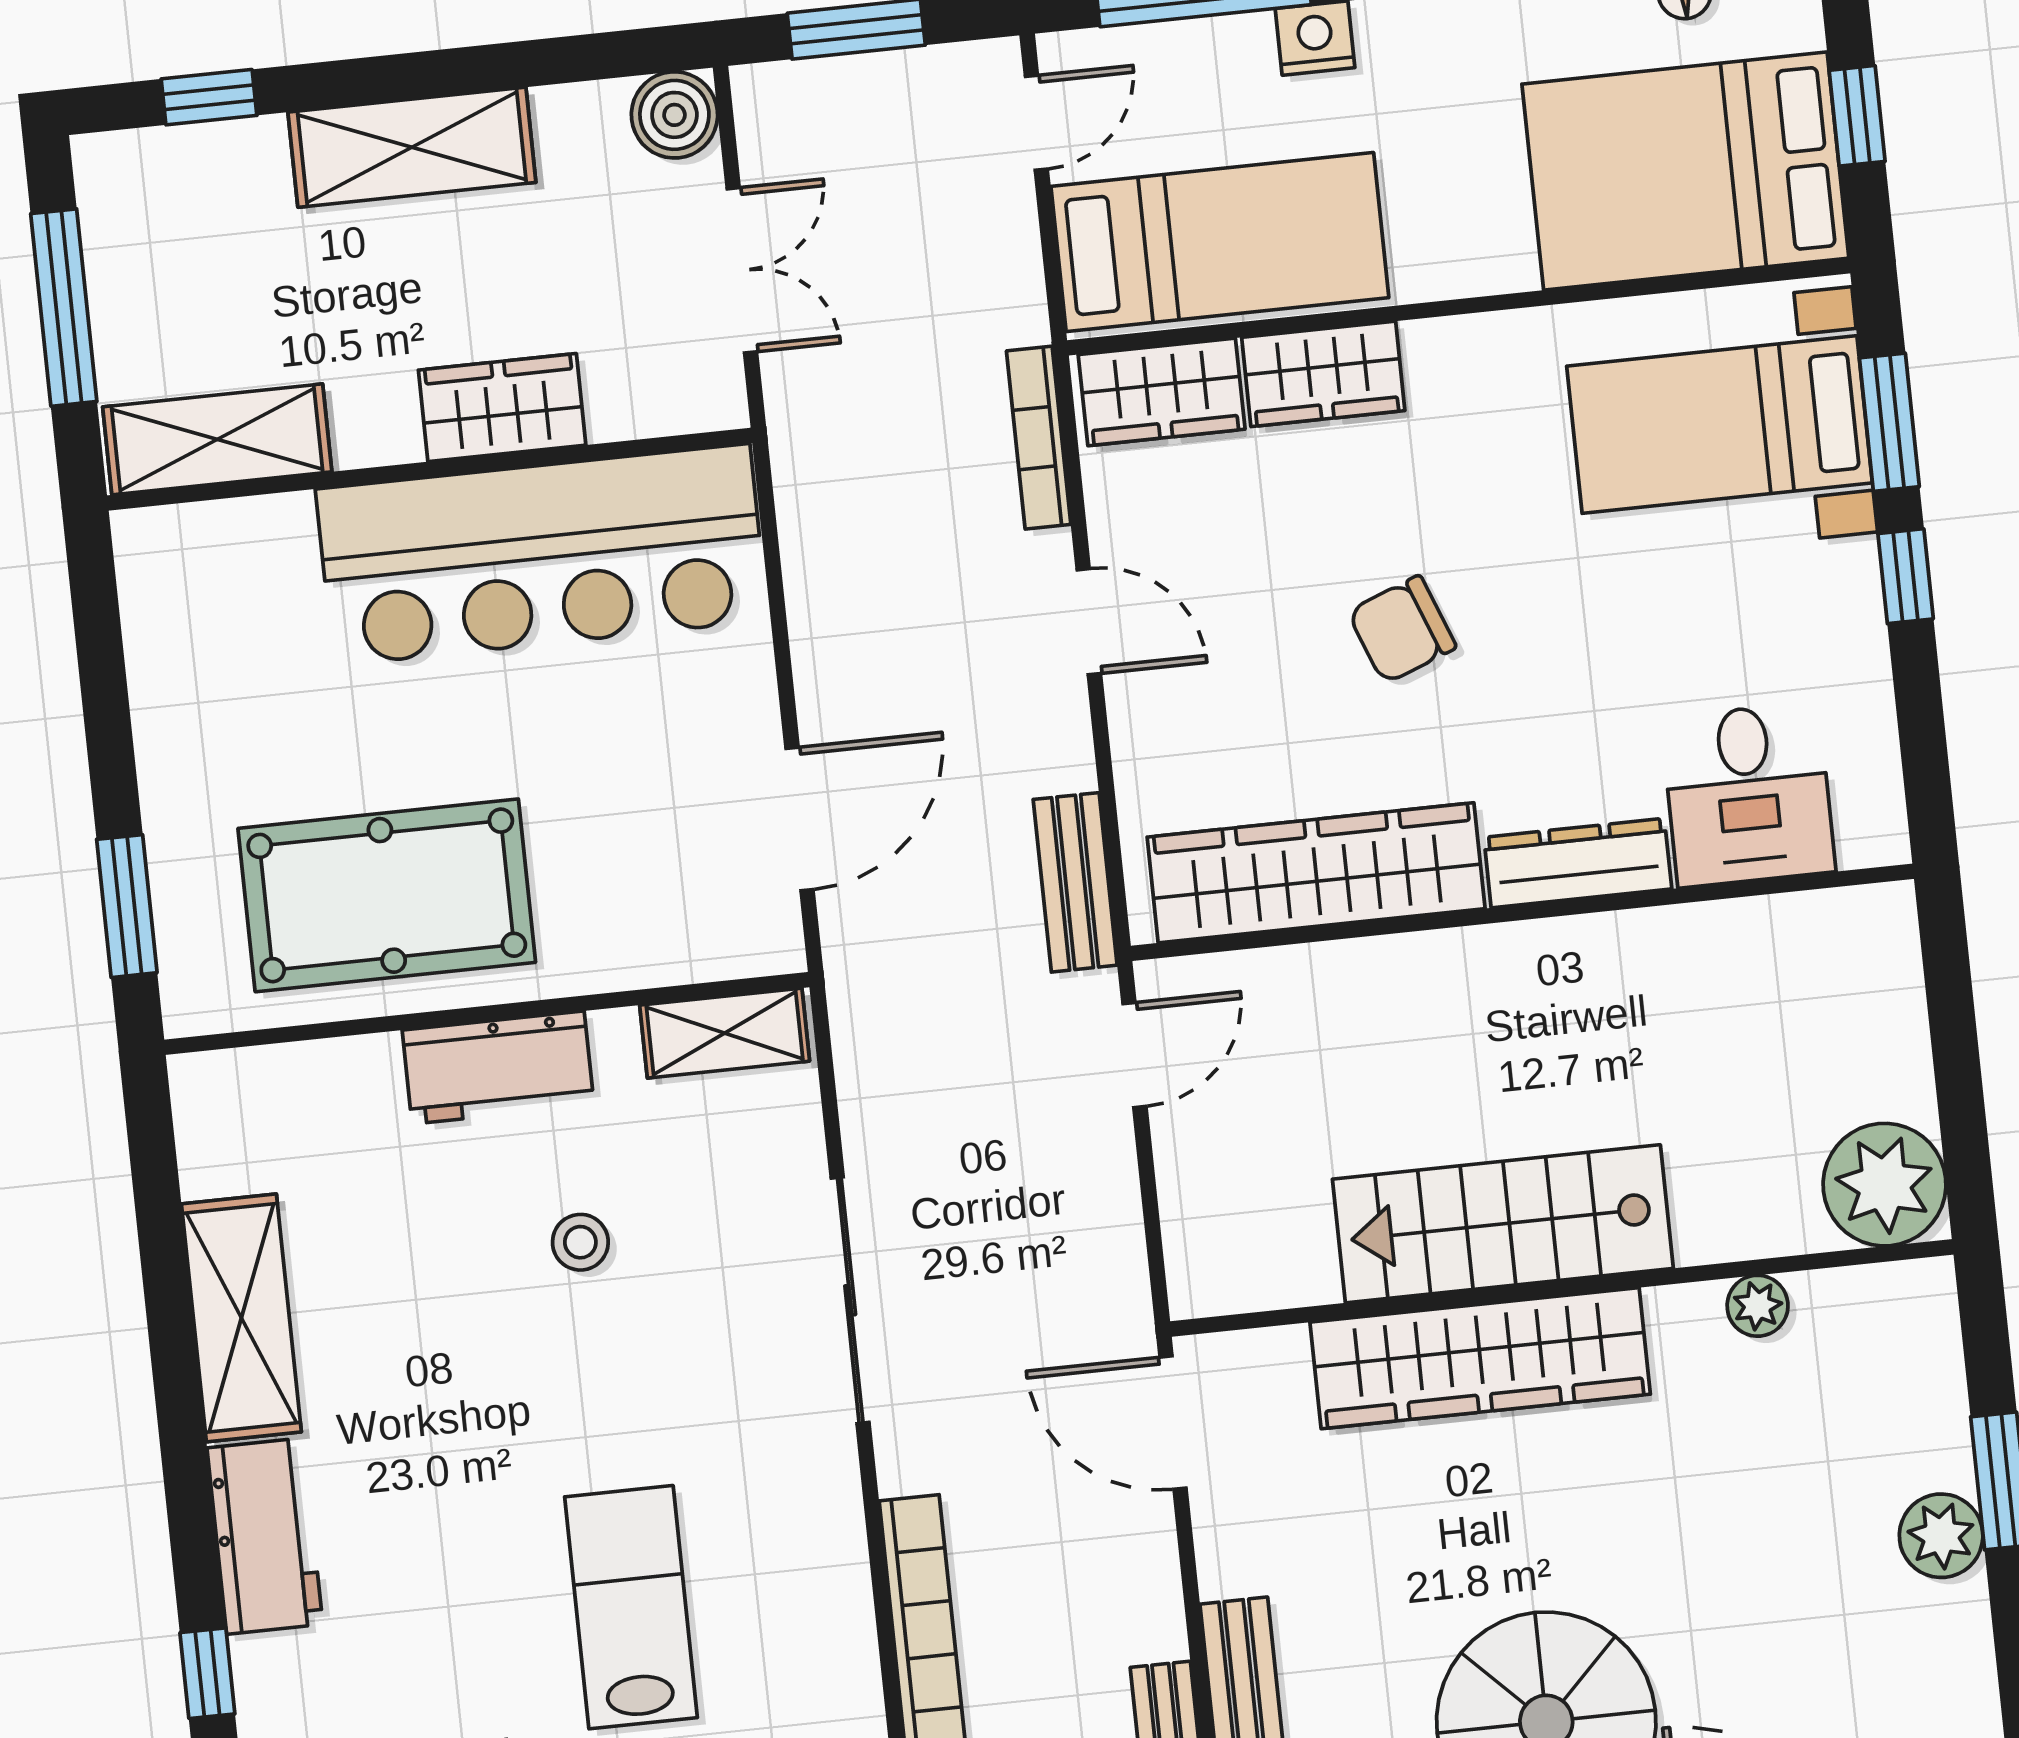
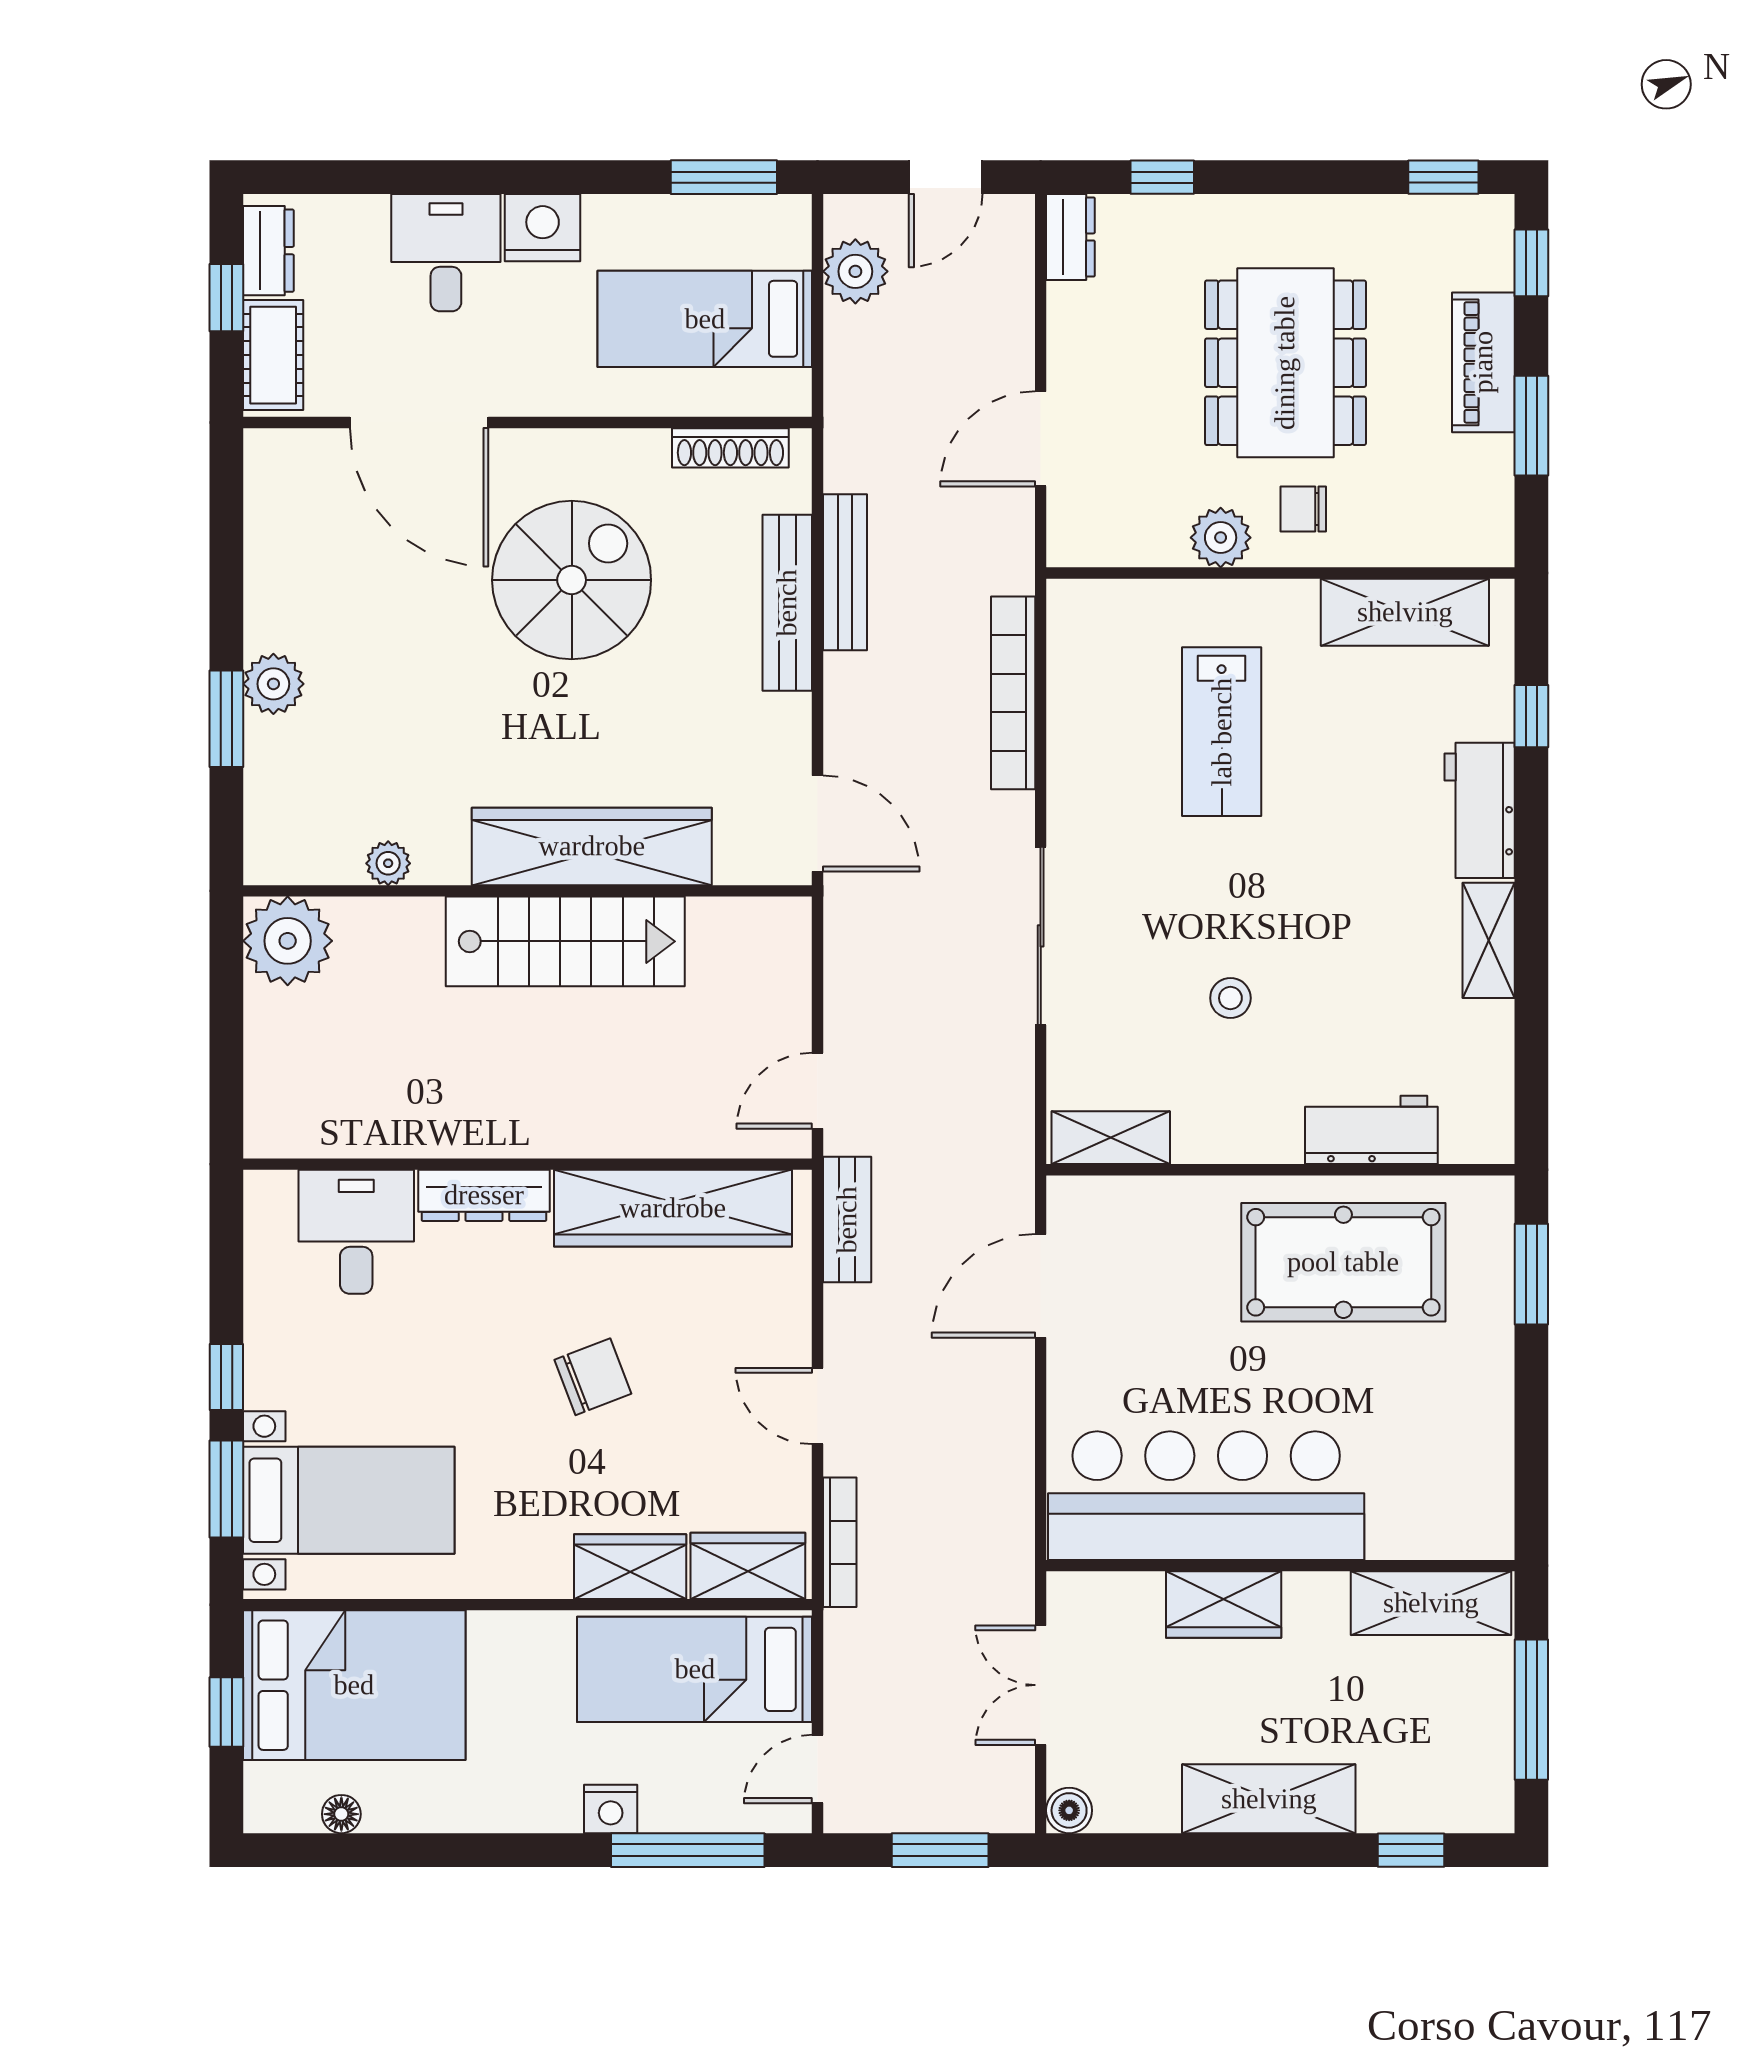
boiler: (674, 115) -> (1069, 1810), width x0.73, depth x0.73
workbench: (498, 1068) -> (1371, 1130), moved
shelving: (241, 1318) -> (1489, 940), width x0.67, depth x0.75

